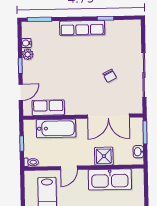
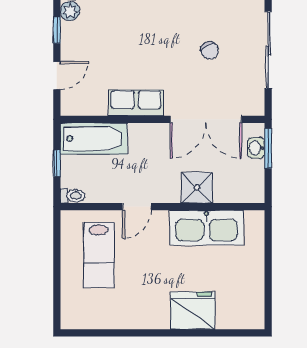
row of seats: (48, 108) -> (136, 103), moved
bathtub: (56, 128) -> (94, 139), moved
washbasin: (138, 152) -> (256, 148), moved

